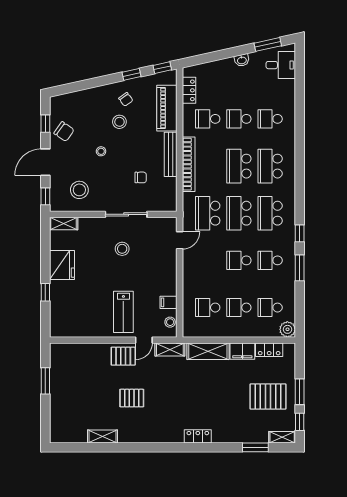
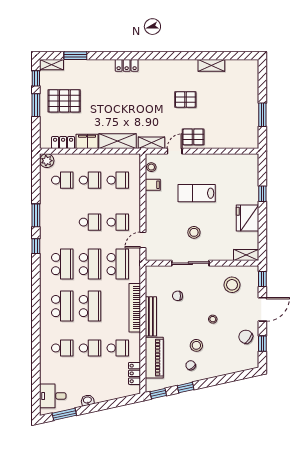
school desk: (270, 260) -> (118, 222), moved
lab bench: (123, 312) -> (197, 193), moved, turned -90

